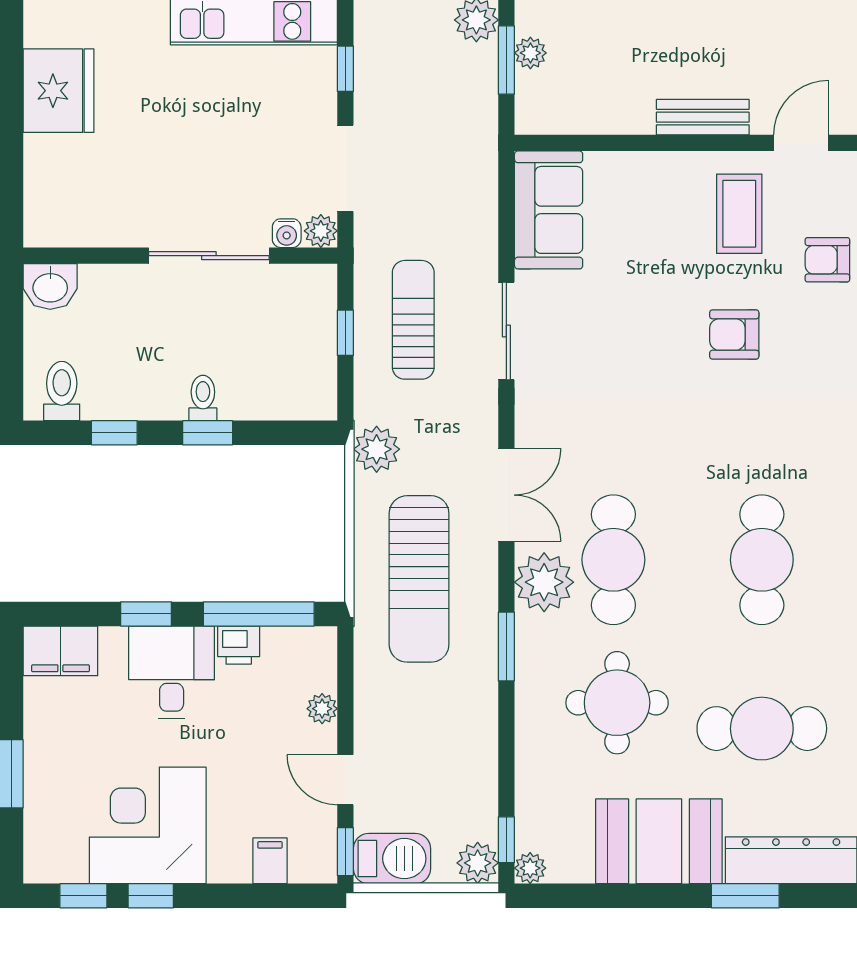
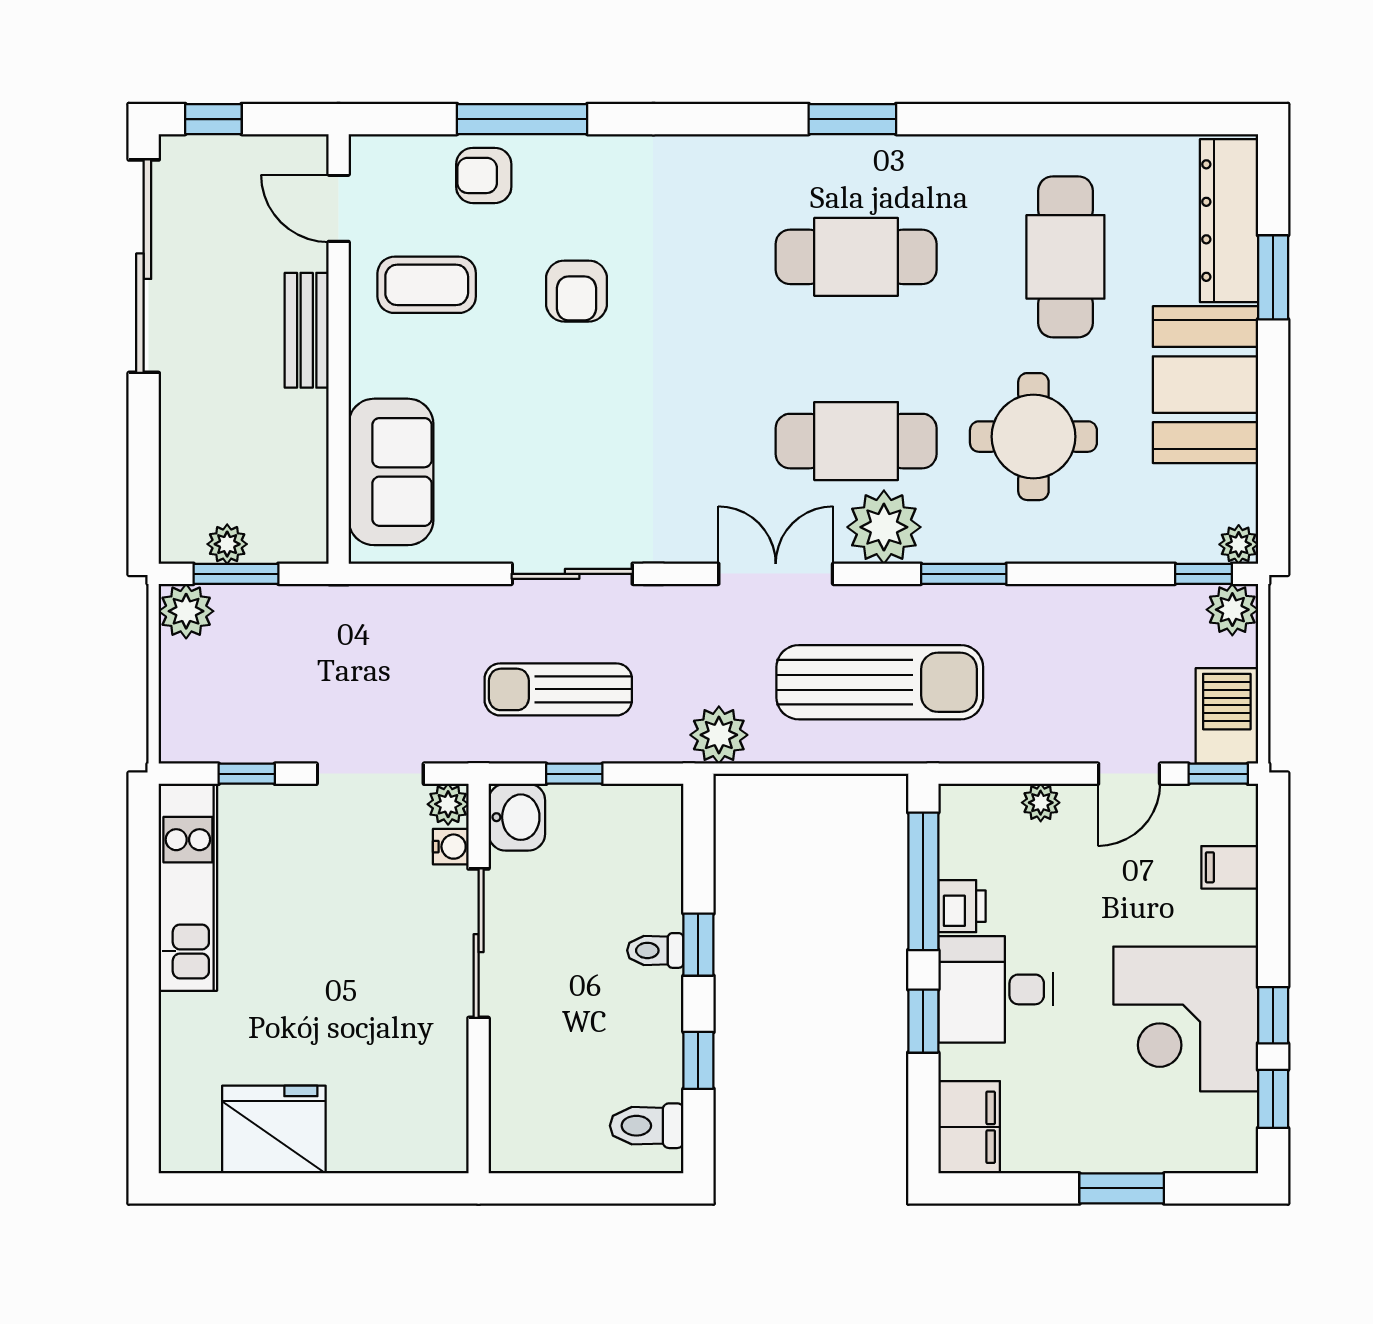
sofa: (549, 210) -> (391, 472), moved, turned 90
armchair: (827, 260) -> (484, 175), turned 90
washbasin: (50, 286) -> (517, 817), moved

